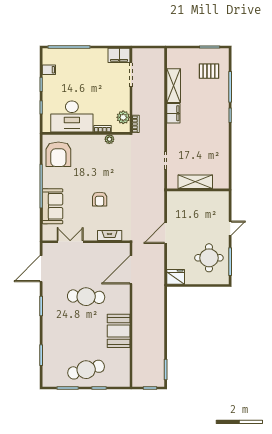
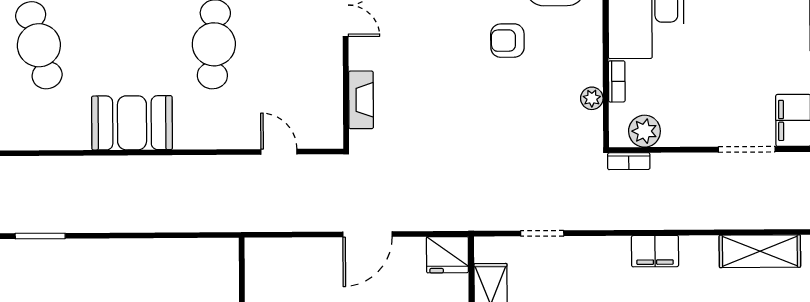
shelving: (174, 86) -> (760, 251), moved
armchair: (100, 199) -> (507, 41), moved
door: (166, 233) -> (367, 234), swing flipped
door: (131, 270) -> (279, 152), width x0.53
fridge: (176, 277) -> (447, 255), moved, turned 90

